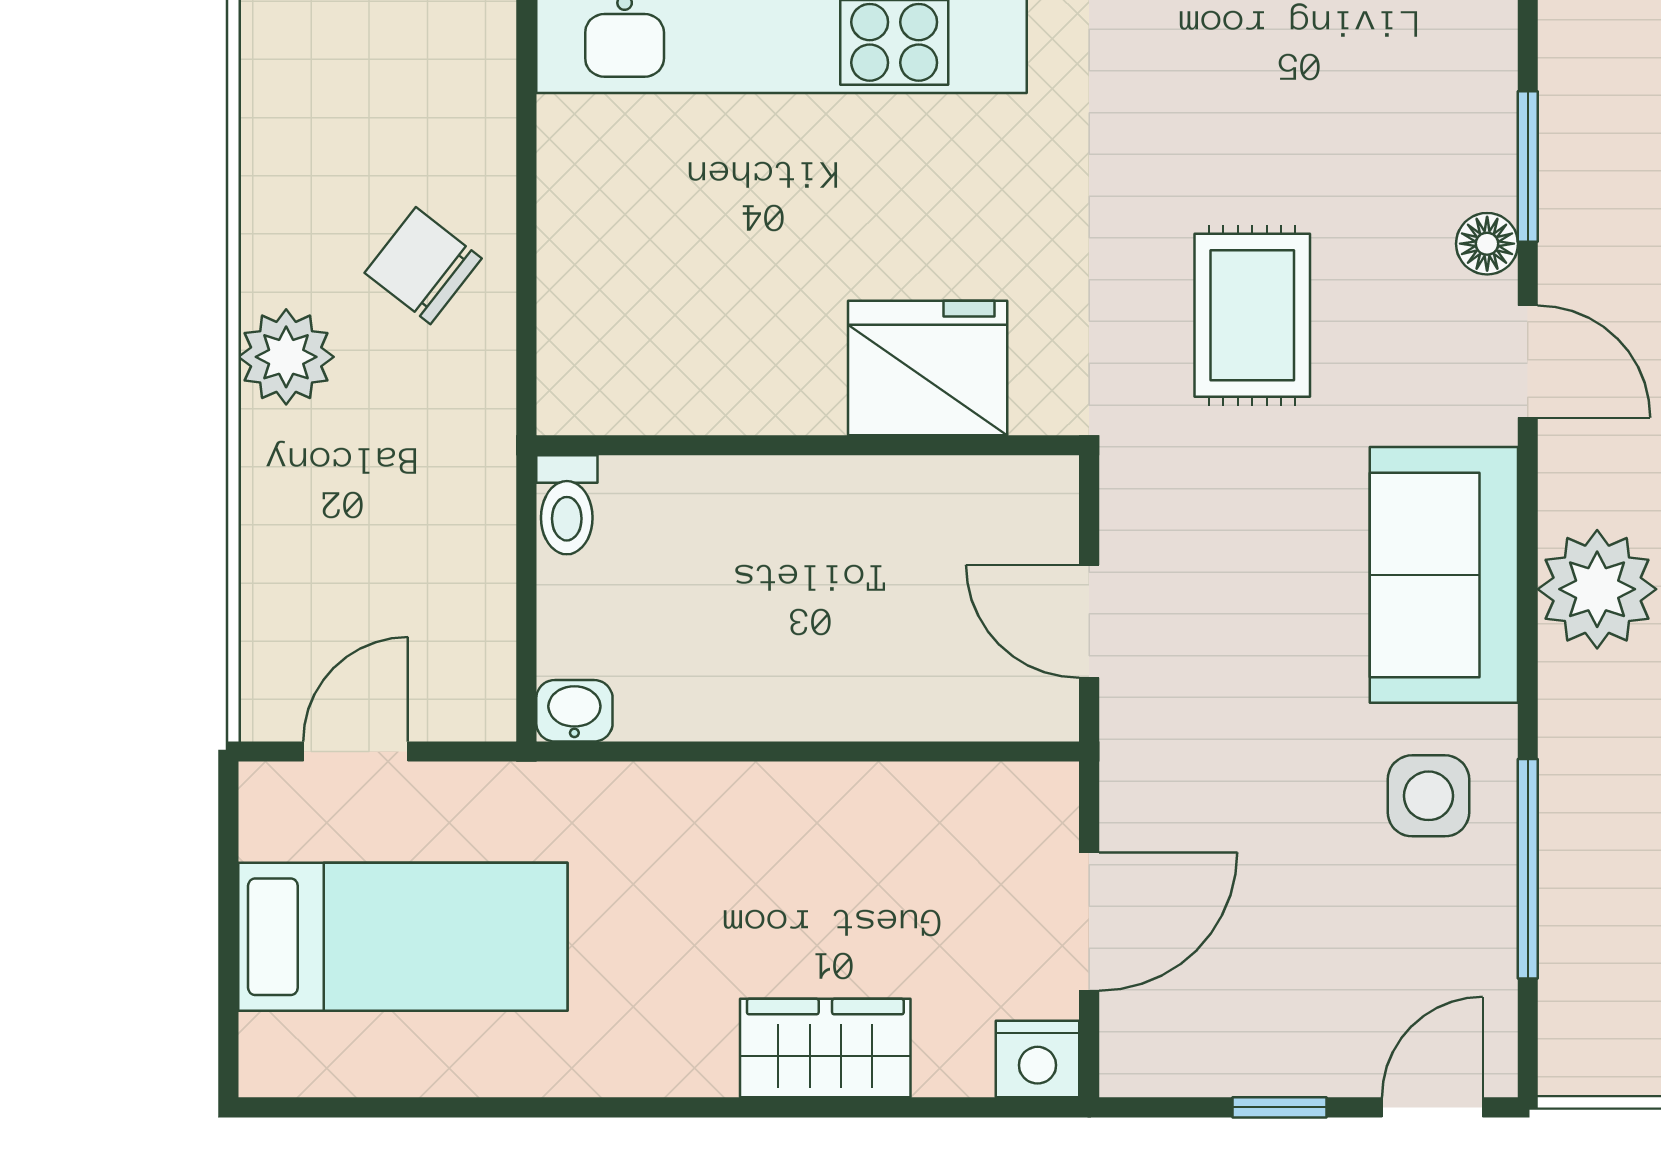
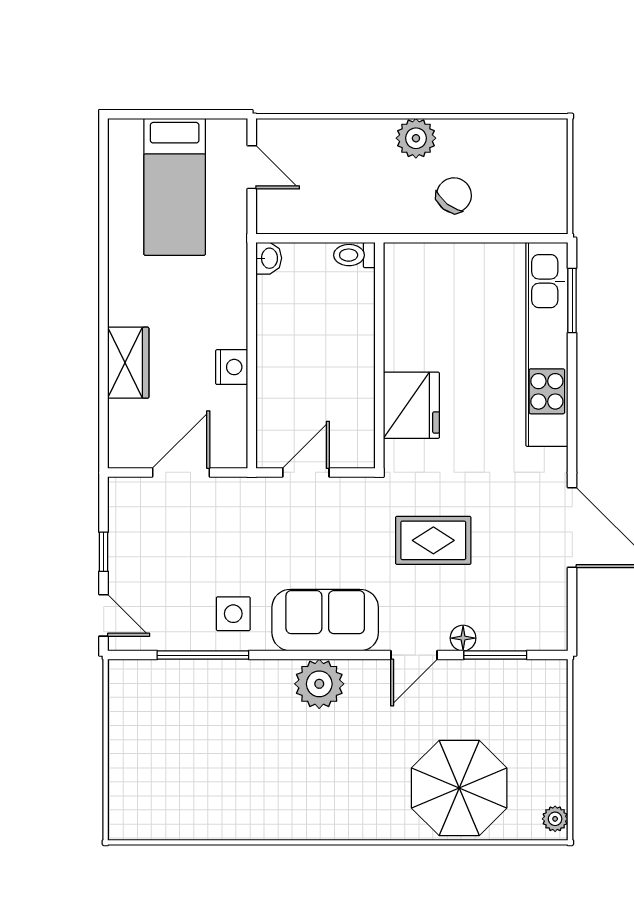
door: (1089, 921) -> (181, 472), swing flipped
nightstand: (1038, 1059) -> (232, 367), moved, turned 180

